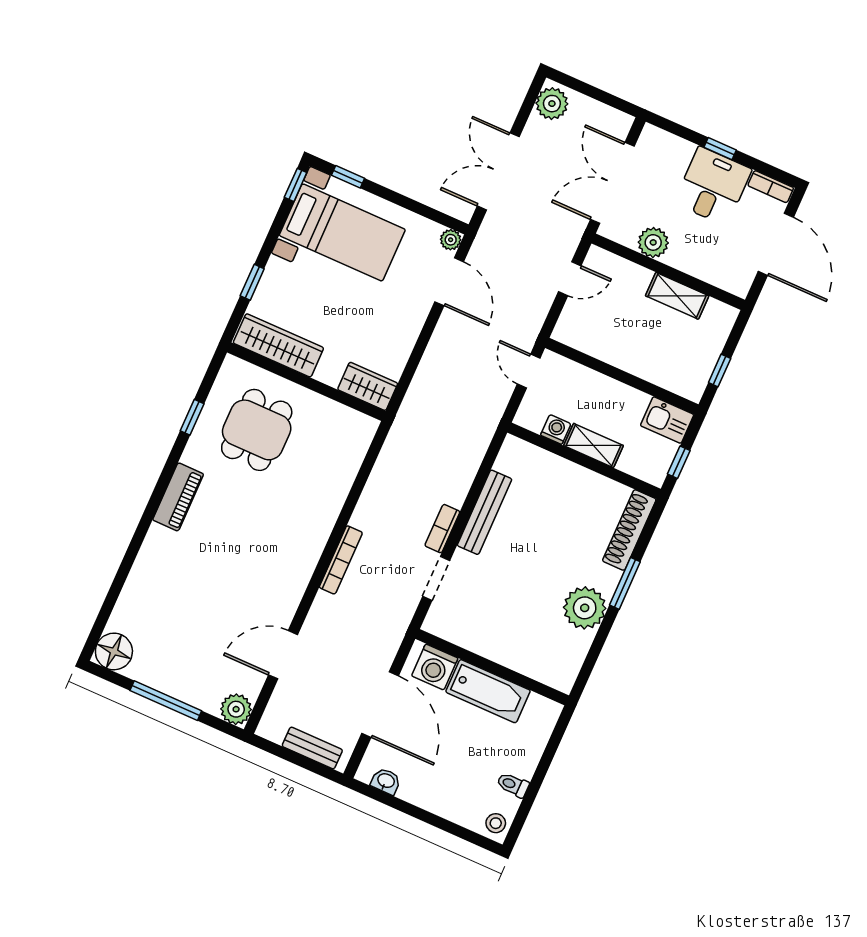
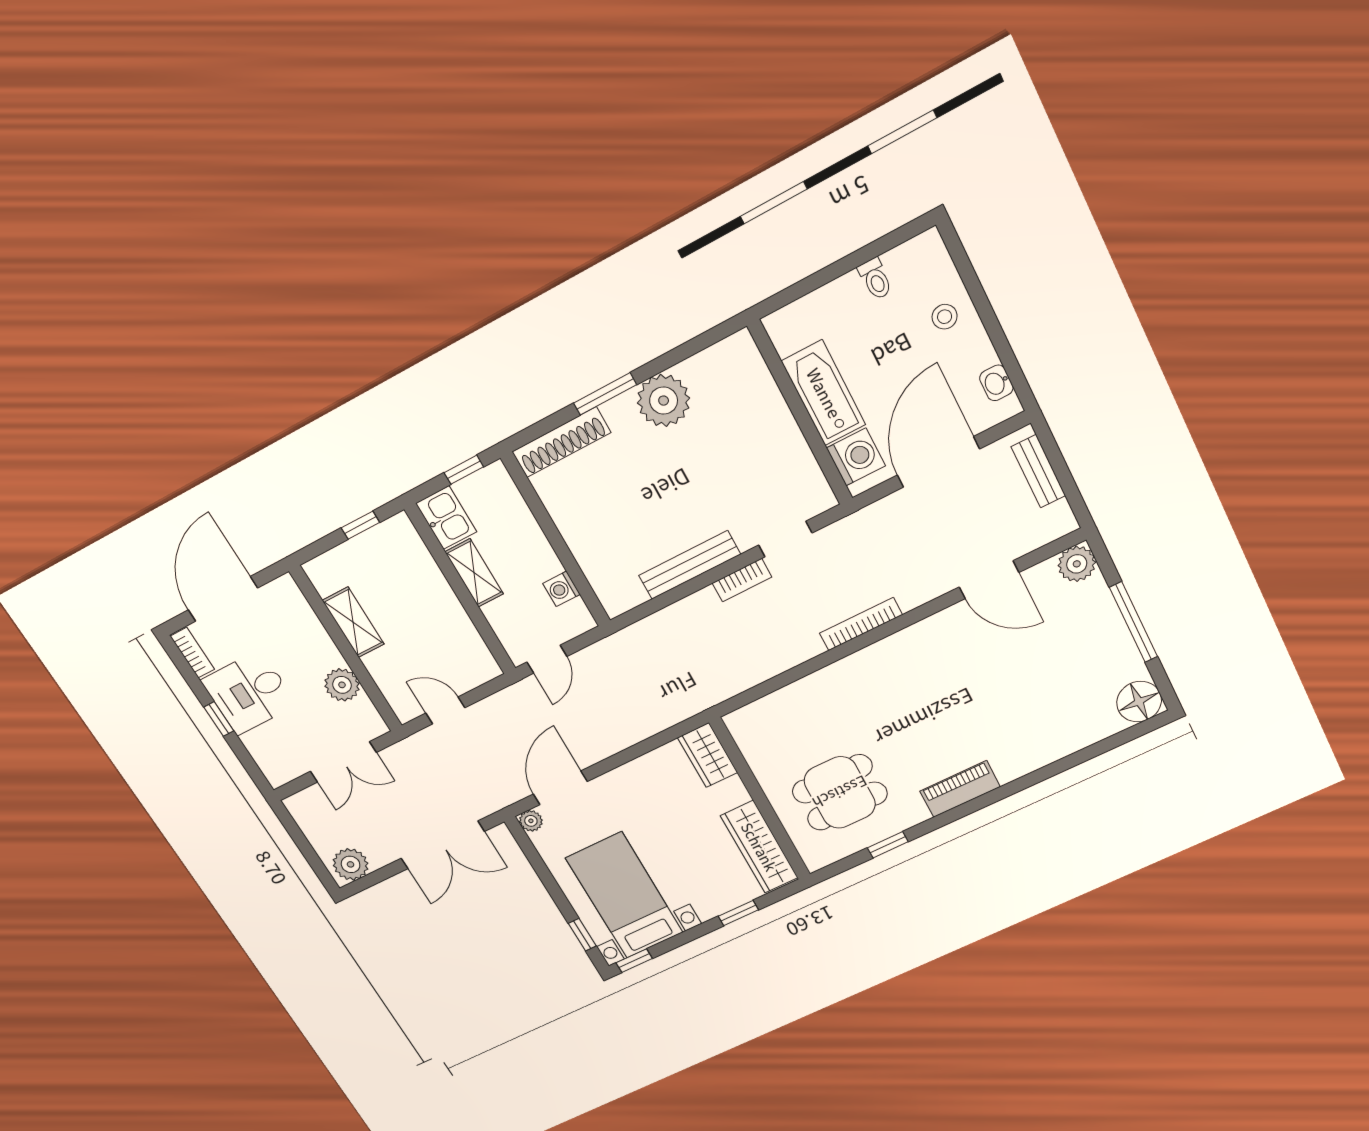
double door: (612, 183) -> (343, 762), width x0.73
shelving: (593, 445) -> (474, 573), moved
stool: (496, 823) -> (945, 317), moved

